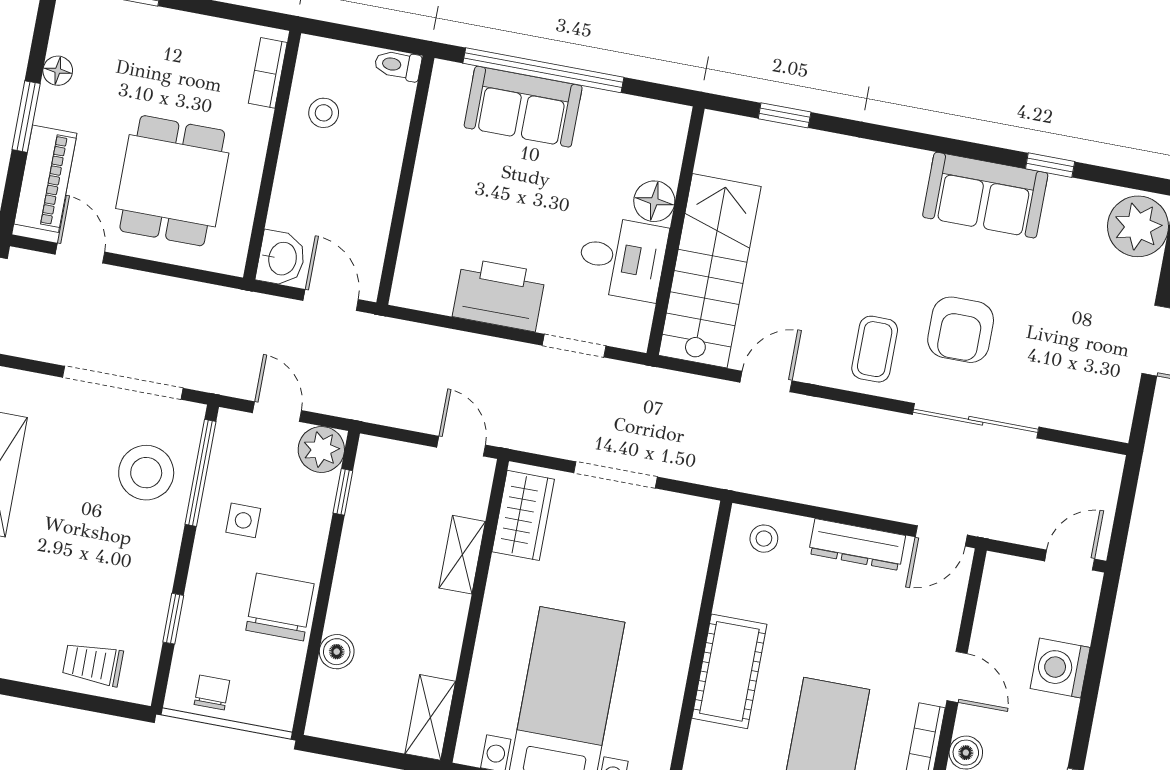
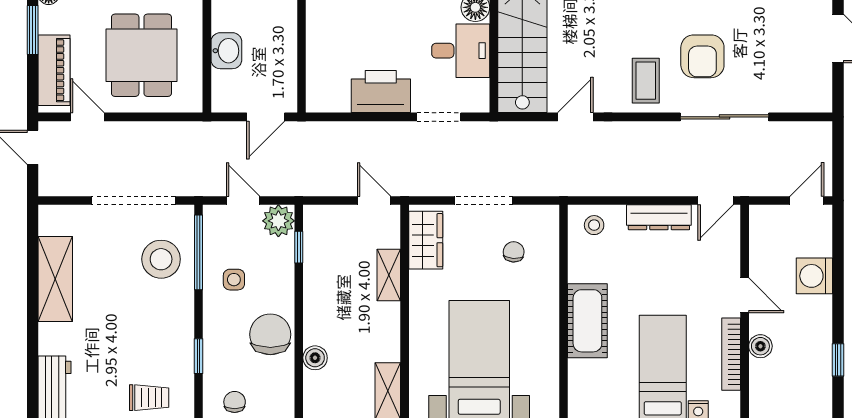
washbasin: (281, 258) -> (226, 51), moved
door: (331, 300) -> (266, 117), swing flipped
chair: (644, 555) -> (514, 252), added
trolley: (93, 664) -> (149, 398), turned 180

